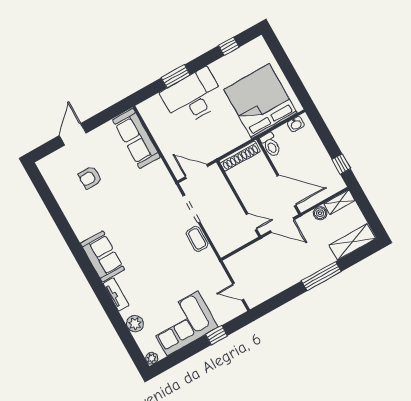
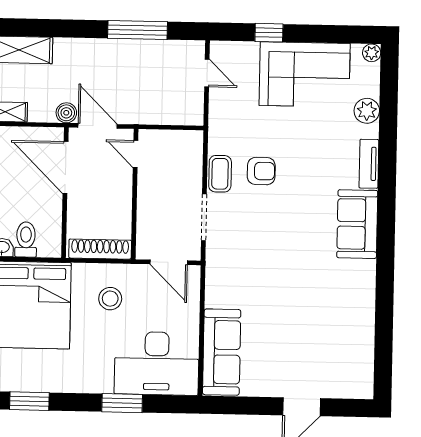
window: (229, 46) -> (29, 401), width x1.50
desk: (193, 97) -> (157, 363), moved
stool: (217, 131) -> (110, 299), added
toilet: (271, 145) -> (26, 239), moved
armchair: (90, 177) -> (261, 171), moved
boiler: (320, 213) -> (66, 113), moved
window: (321, 276) -> (138, 30), moved

